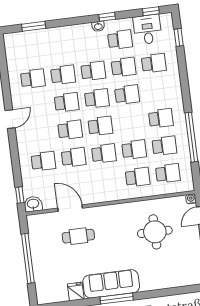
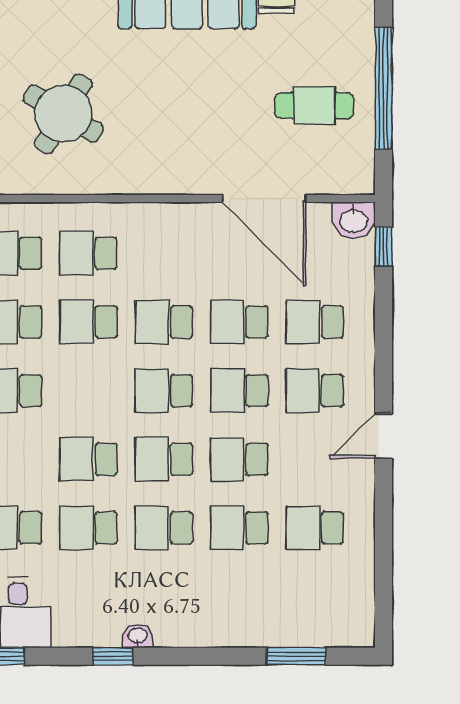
school desk: (120, 40) -> (315, 391), moved
door: (70, 208) -> (264, 199), width x1.36
round table: (155, 232) -> (63, 114), turned 31
cafe table: (78, 236) -> (314, 106), moved

